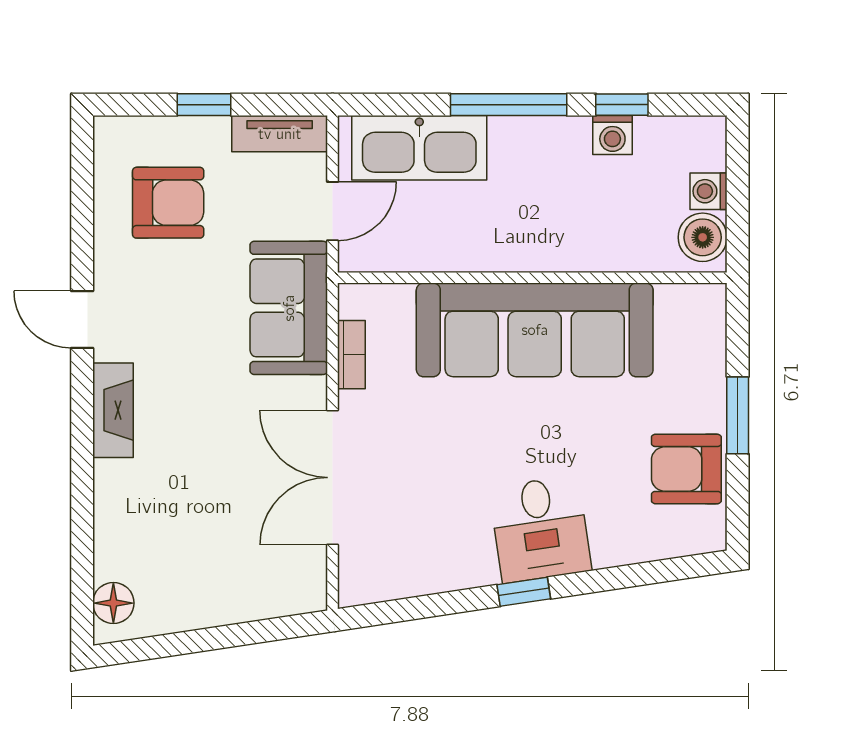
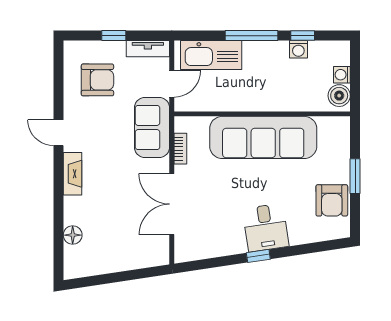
armchair: (686, 469) -> (332, 200), turned -90
floor lamp: (113, 603) -> (73, 235), moved

